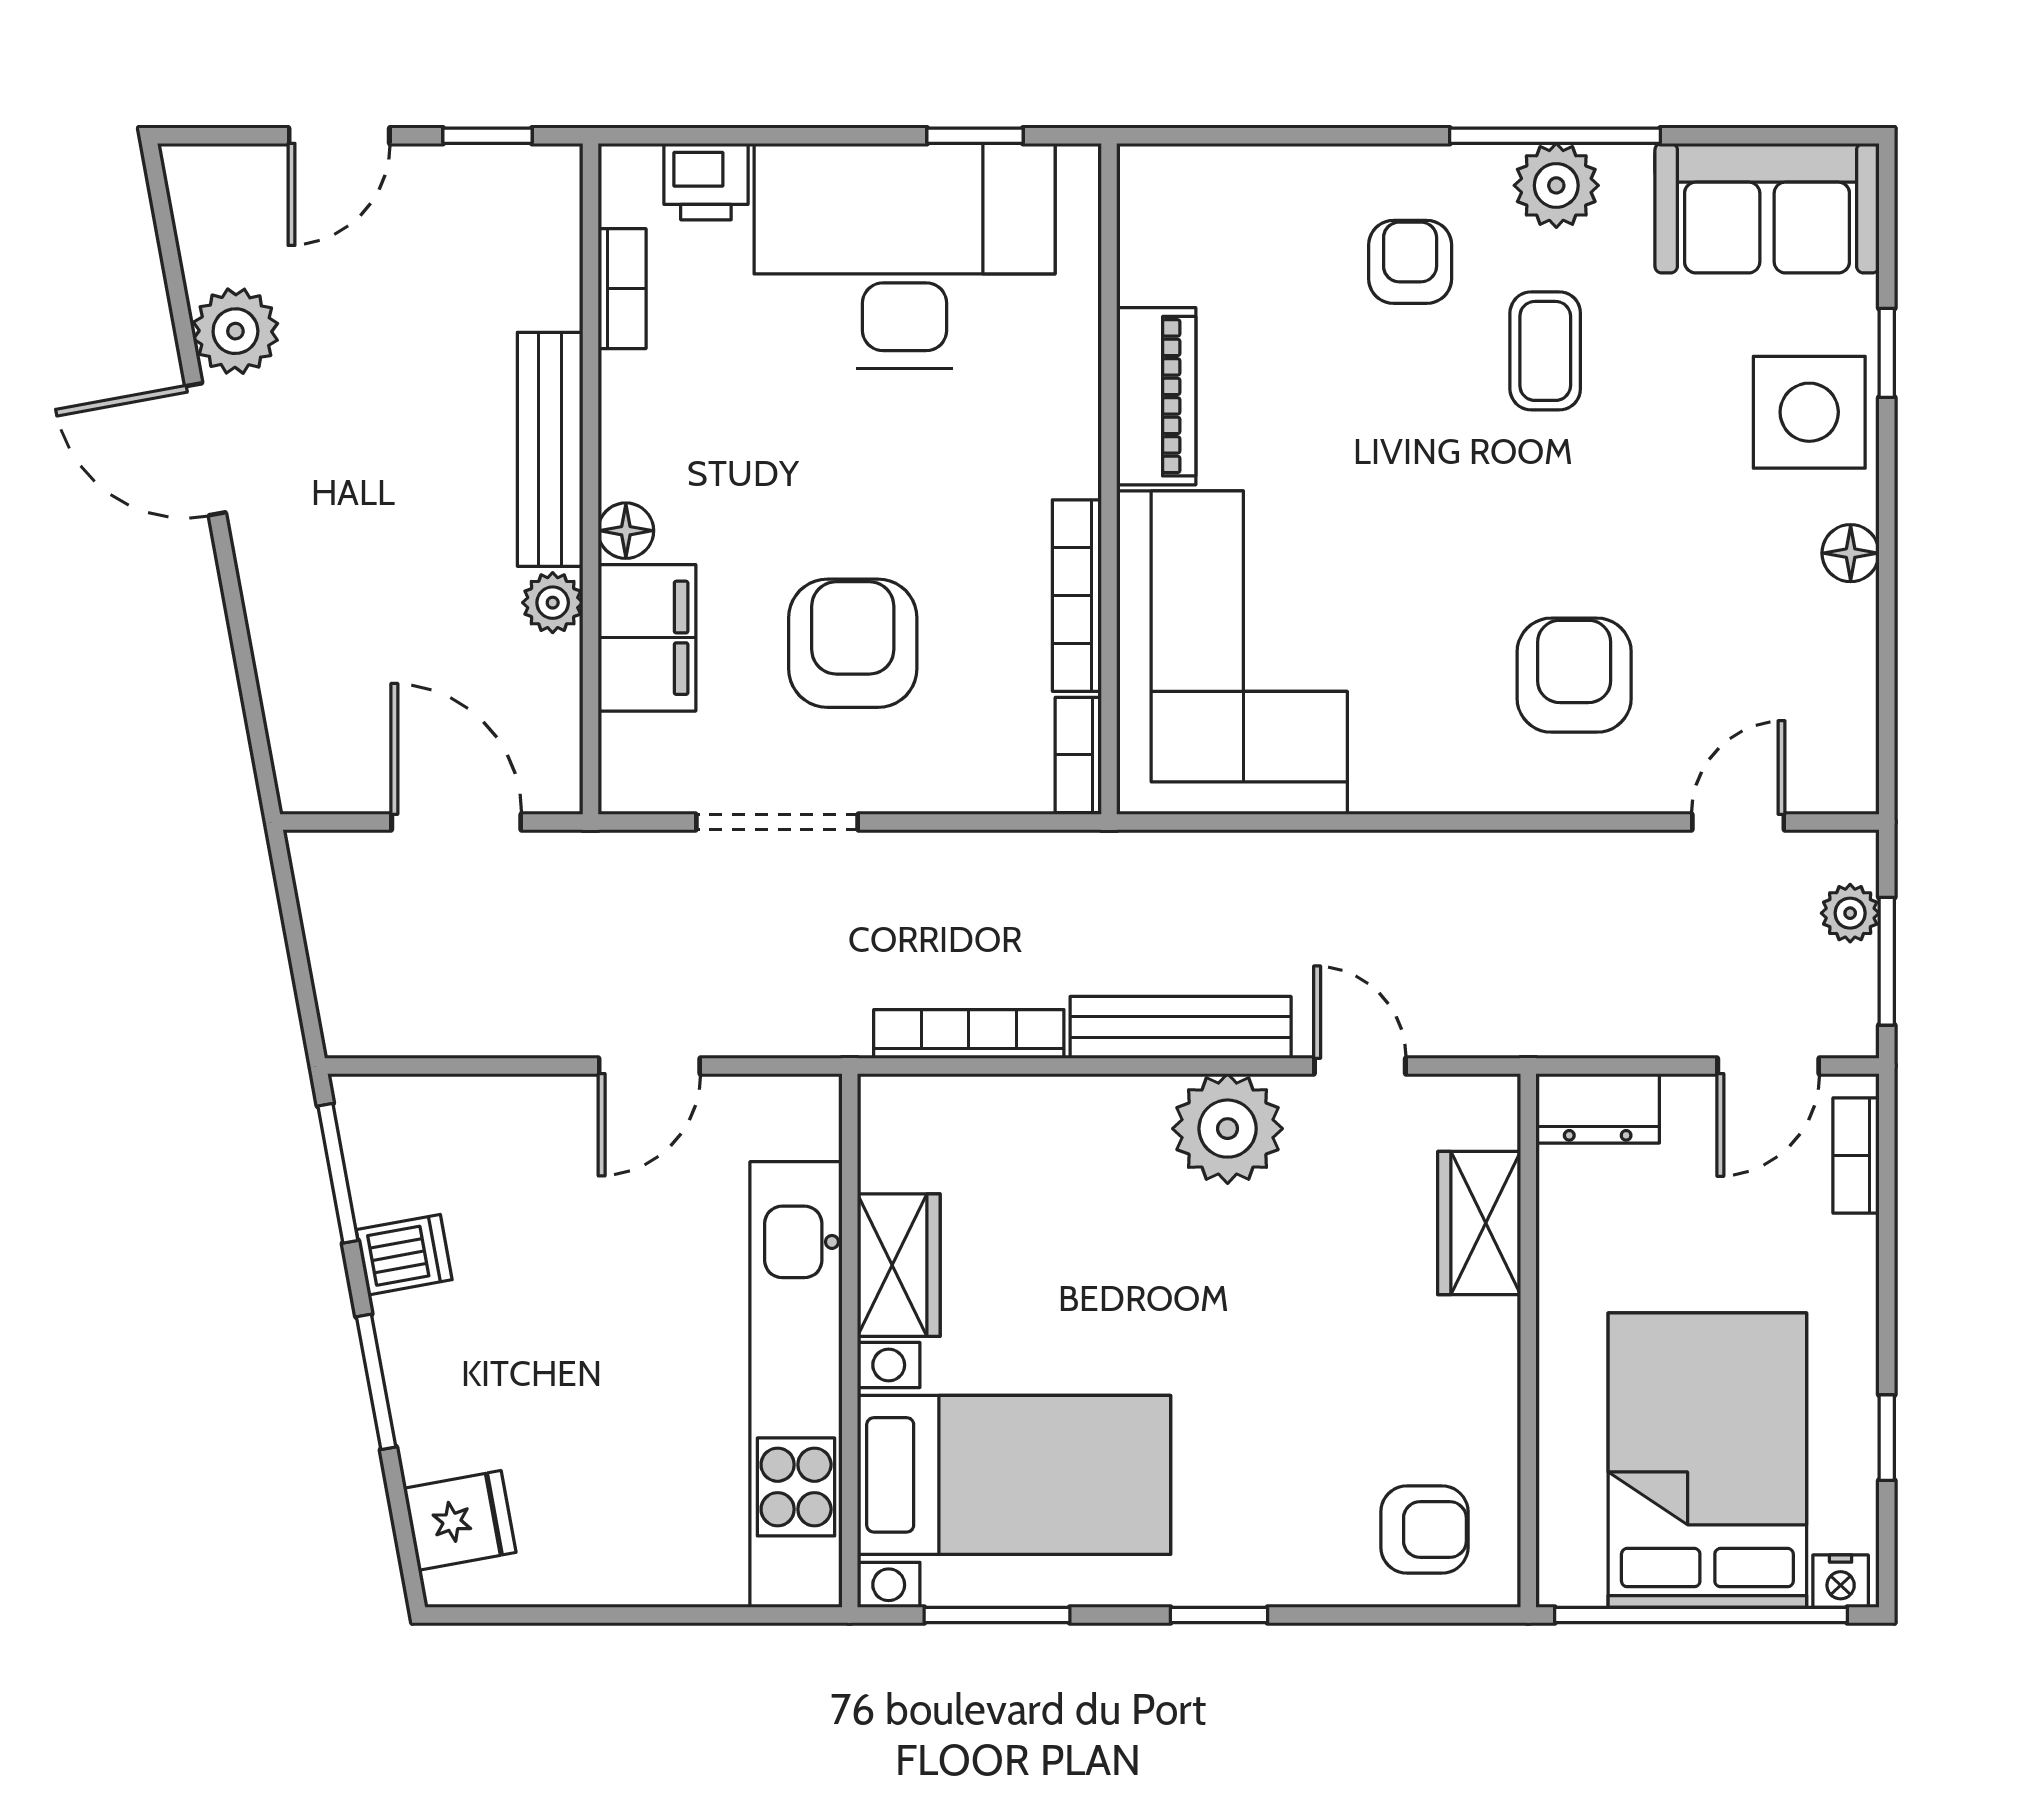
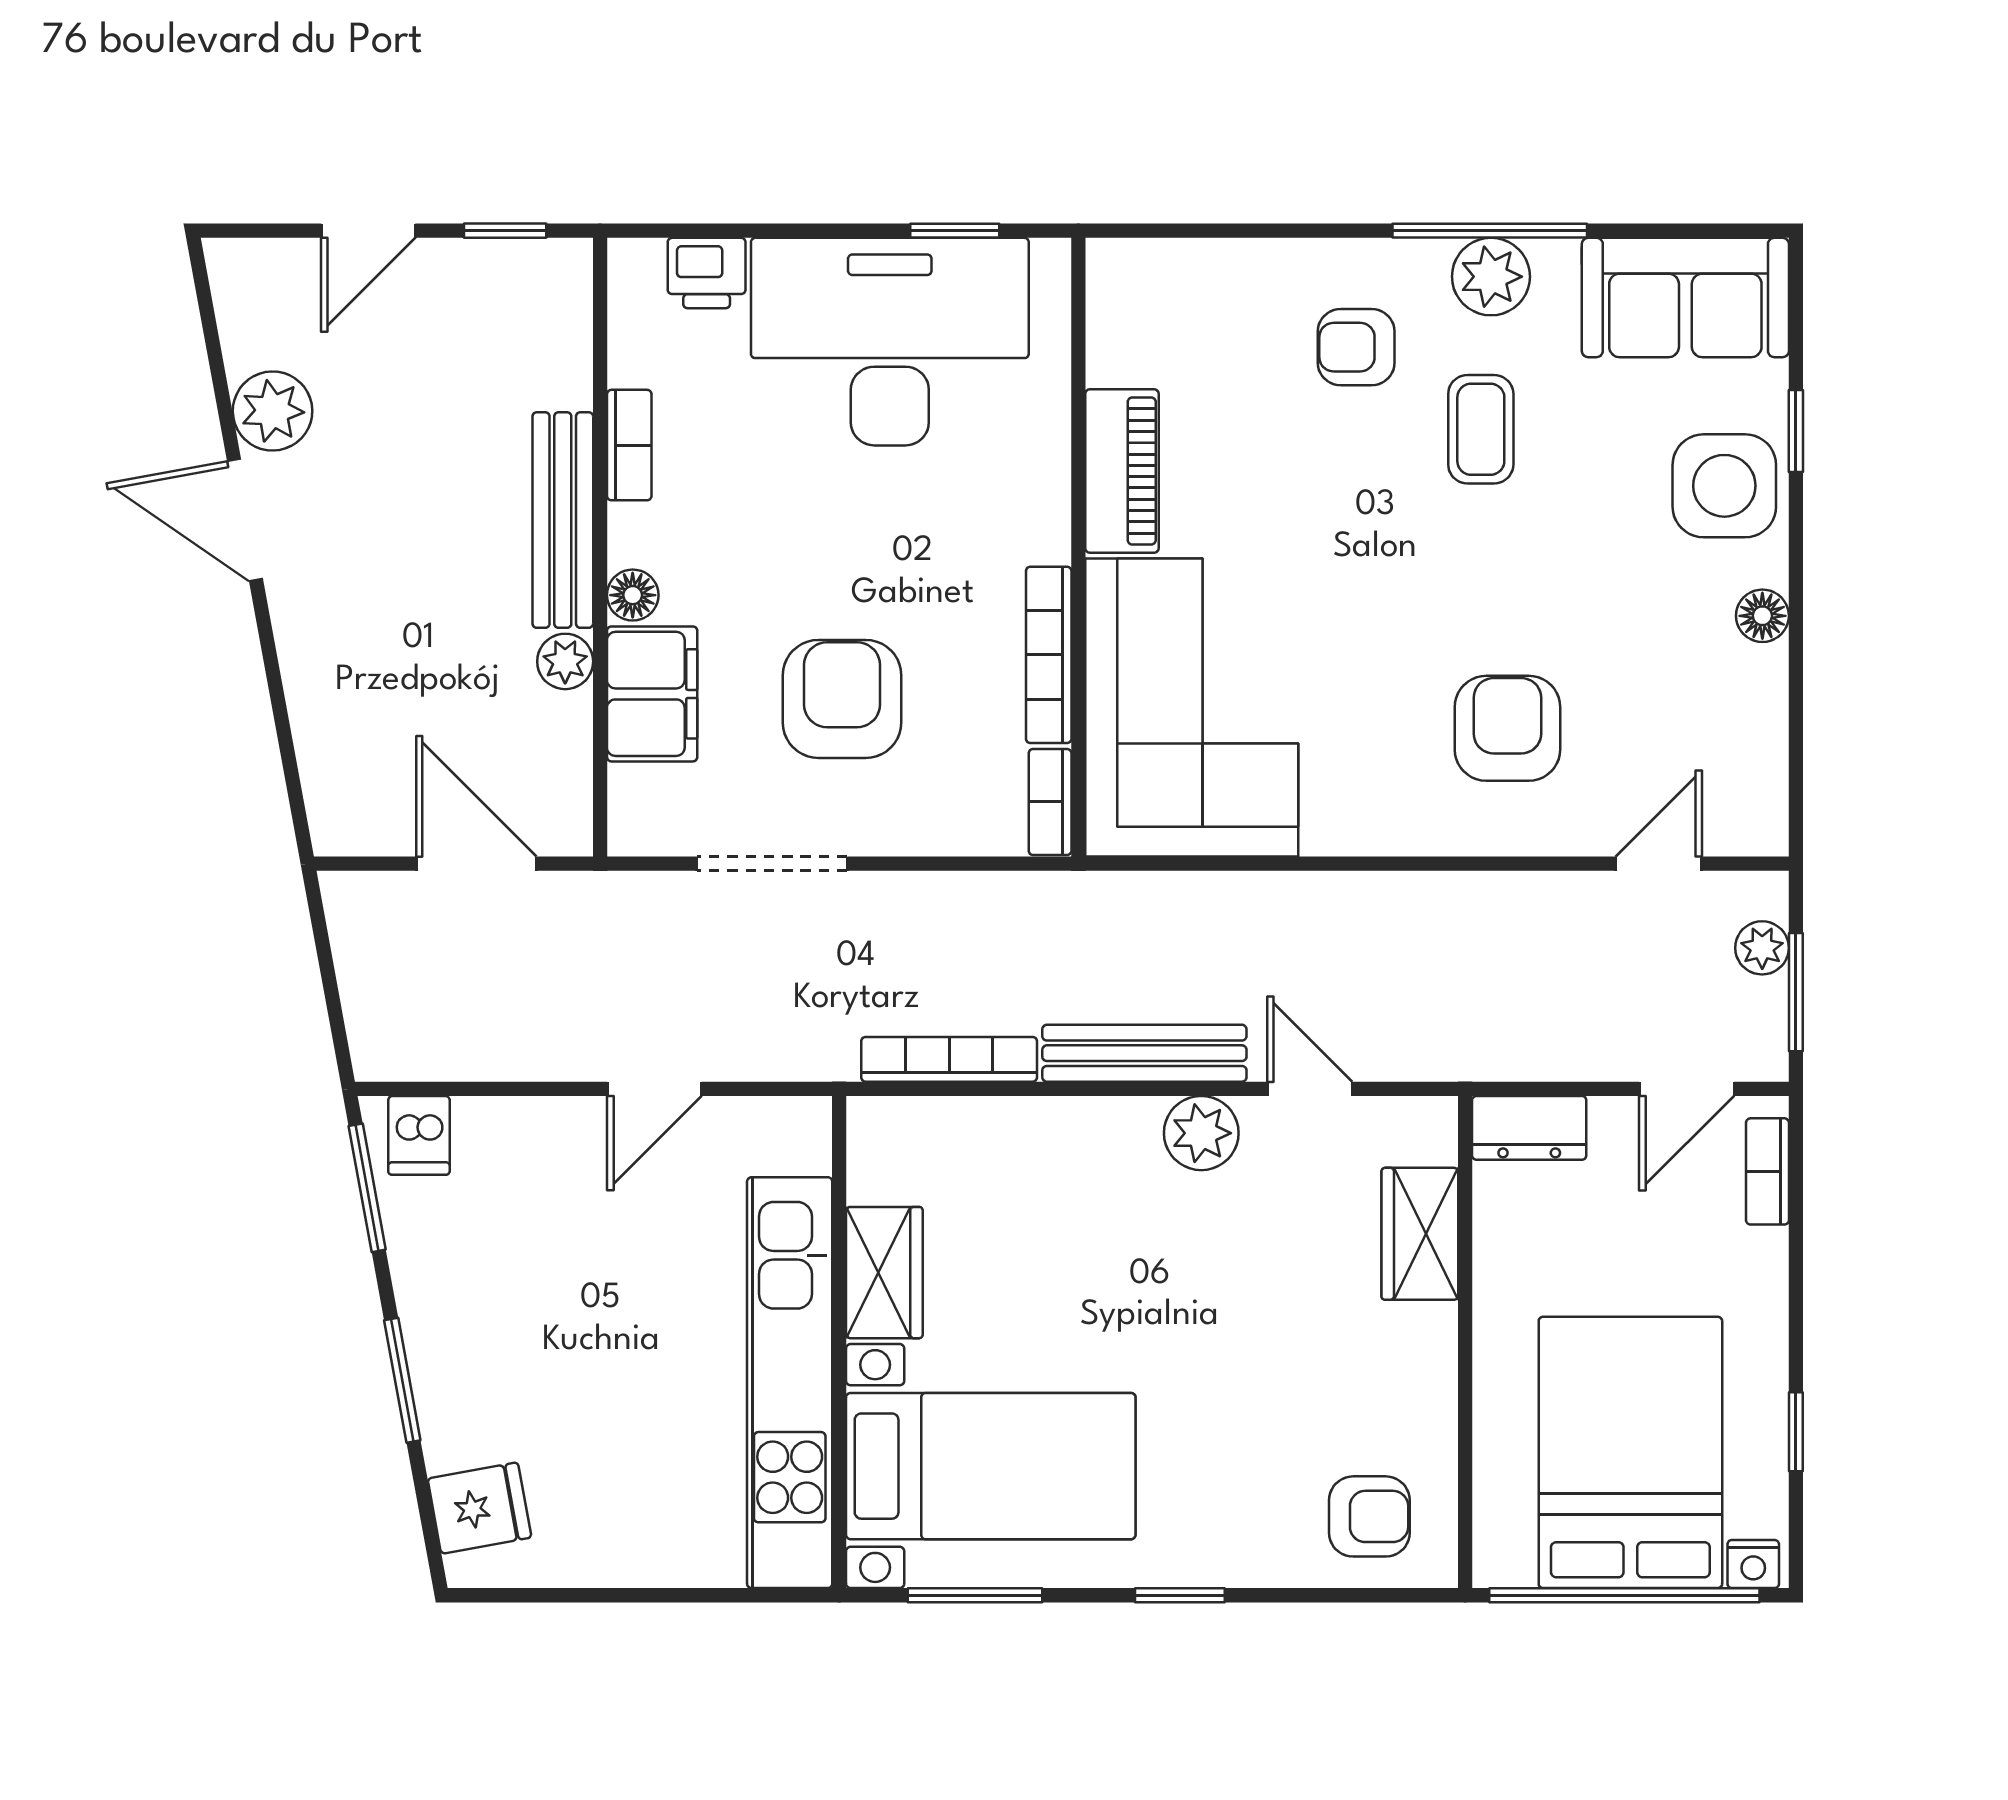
armchair: (1410, 262) -> (1356, 347), turned -90
bookcase: (622, 289) -> (629, 445), moved
plant: (1228, 1129) -> (1201, 1133), width x0.73, depth x0.73
dishwasher: (404, 1255) -> (419, 1135), moved, turned 100

